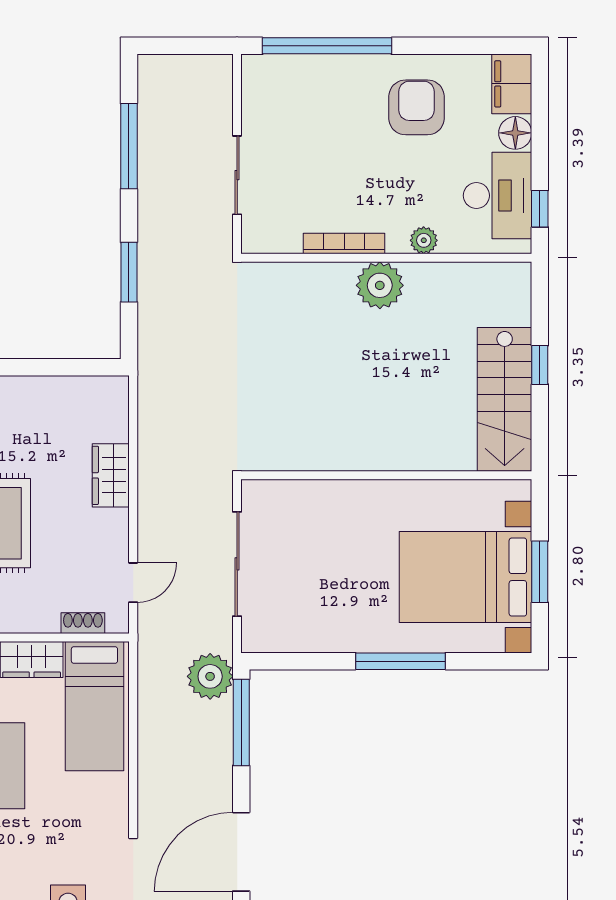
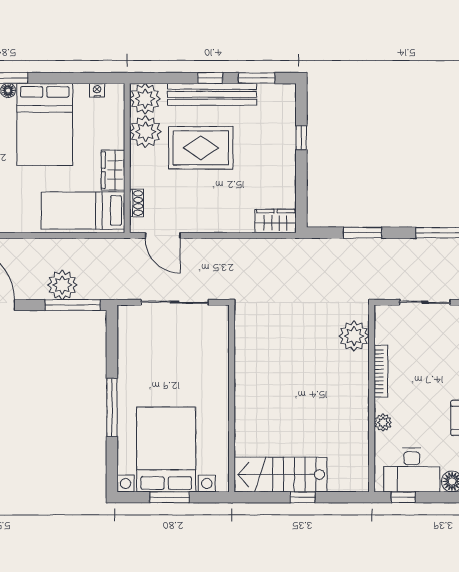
plant: (380, 285) -> (354, 336), moved
wardrobe: (111, 475) -> (276, 221), moved
door: (133, 583) -> (163, 235), width x1.38
plant: (210, 676) -> (62, 285), moved

